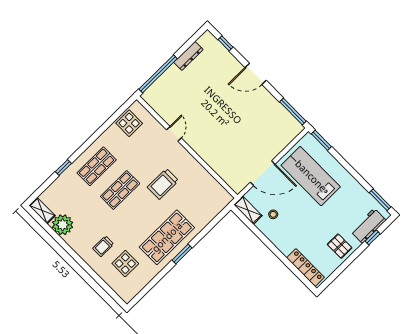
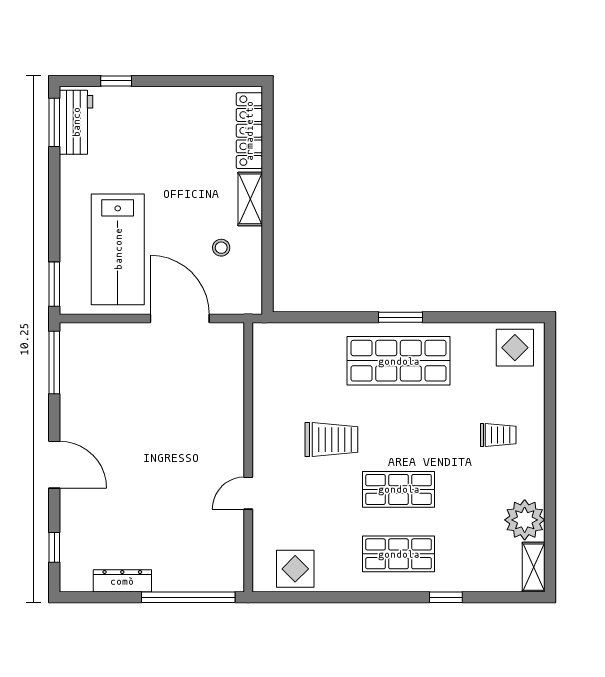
shelving: (248, 210) -> (250, 199), moved
workbench: (368, 226) -> (76, 122), moved, turned -90
pallet: (340, 246) -> (173, 114), removed
display table: (125, 264) -> (515, 348), moved

